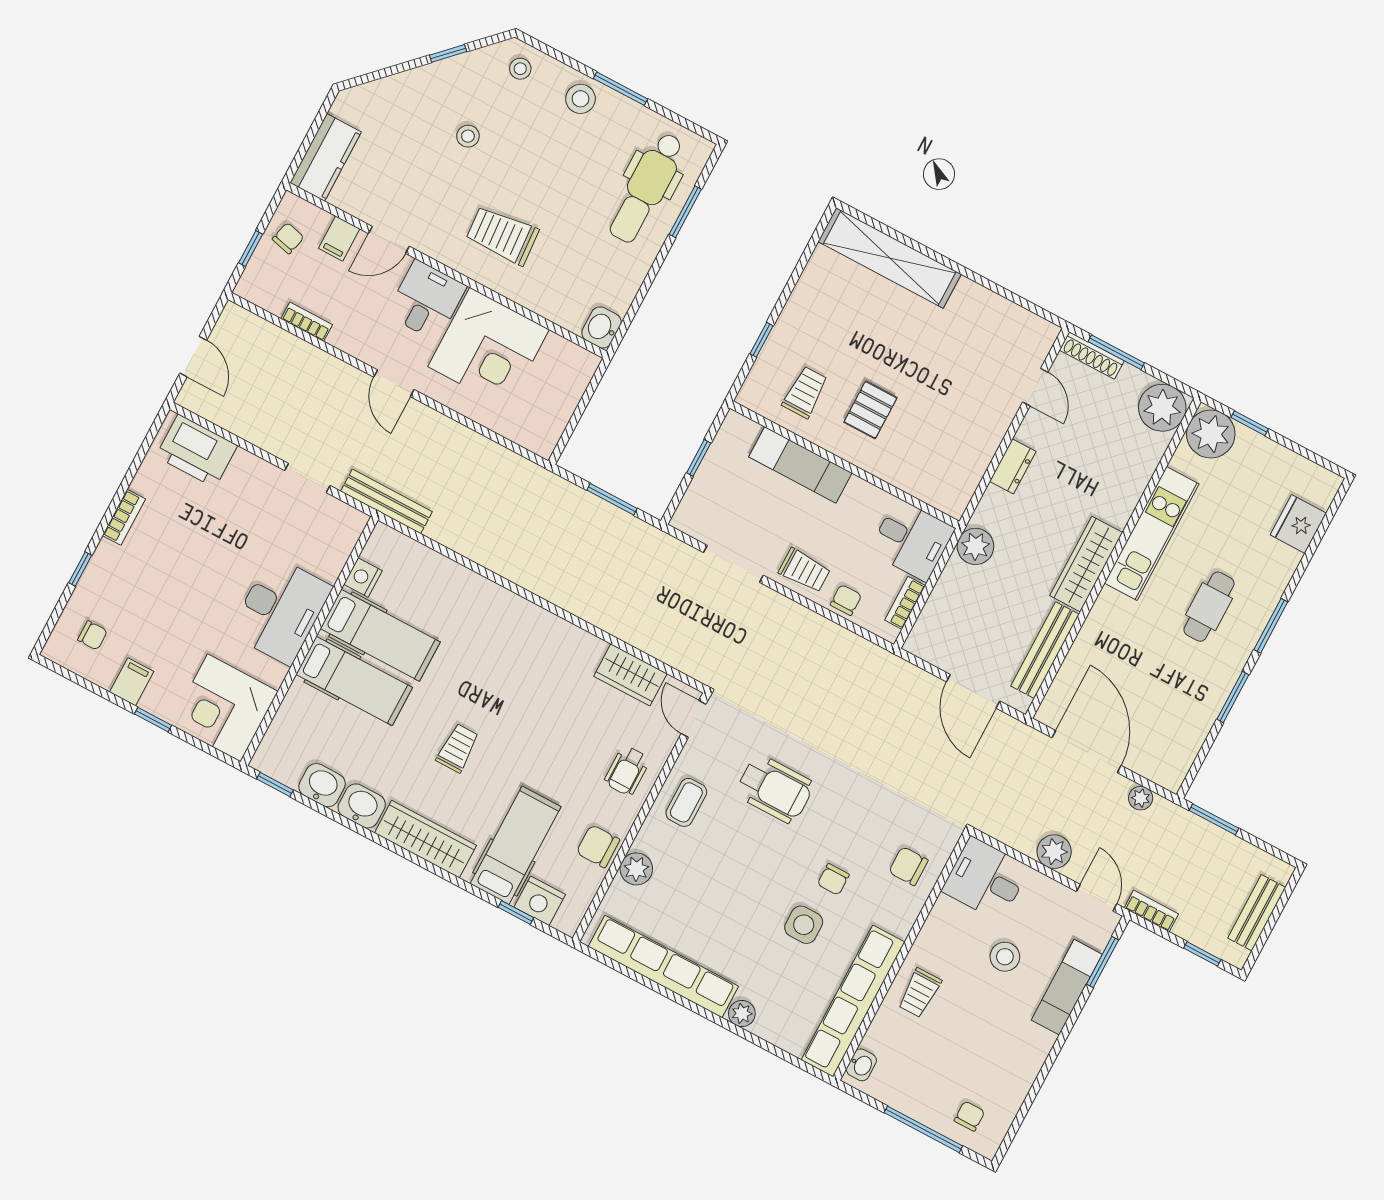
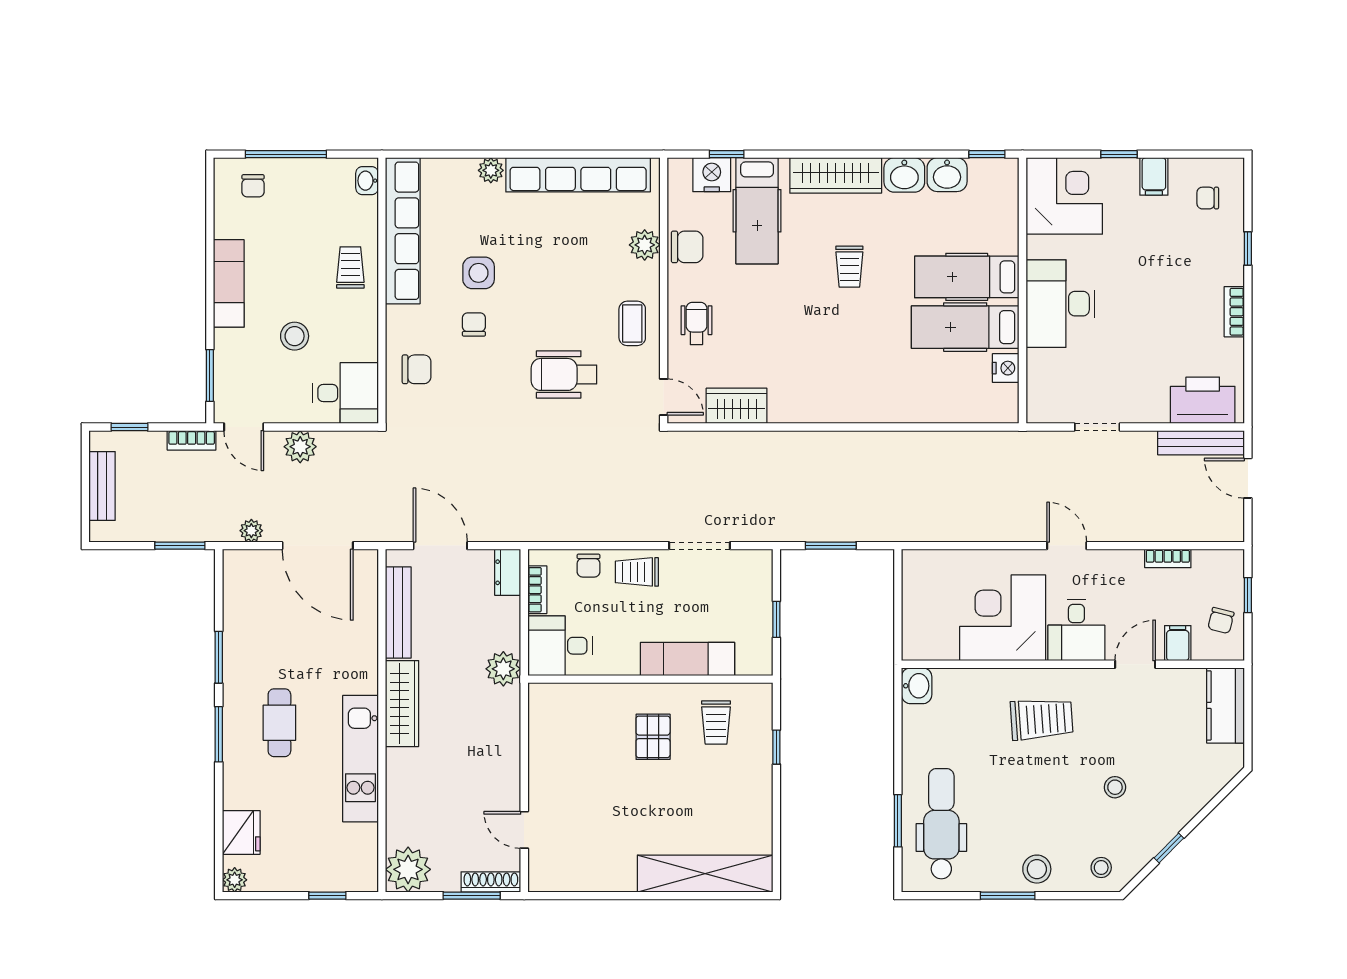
plant: (1211, 434) -> (235, 880), moved, width x0.53, depth x0.53
dresser: (1013, 466) -> (508, 572), moved
bench: (386, 501) -> (1201, 443), moved
exam couch: (1067, 987) -> (229, 283), moved

